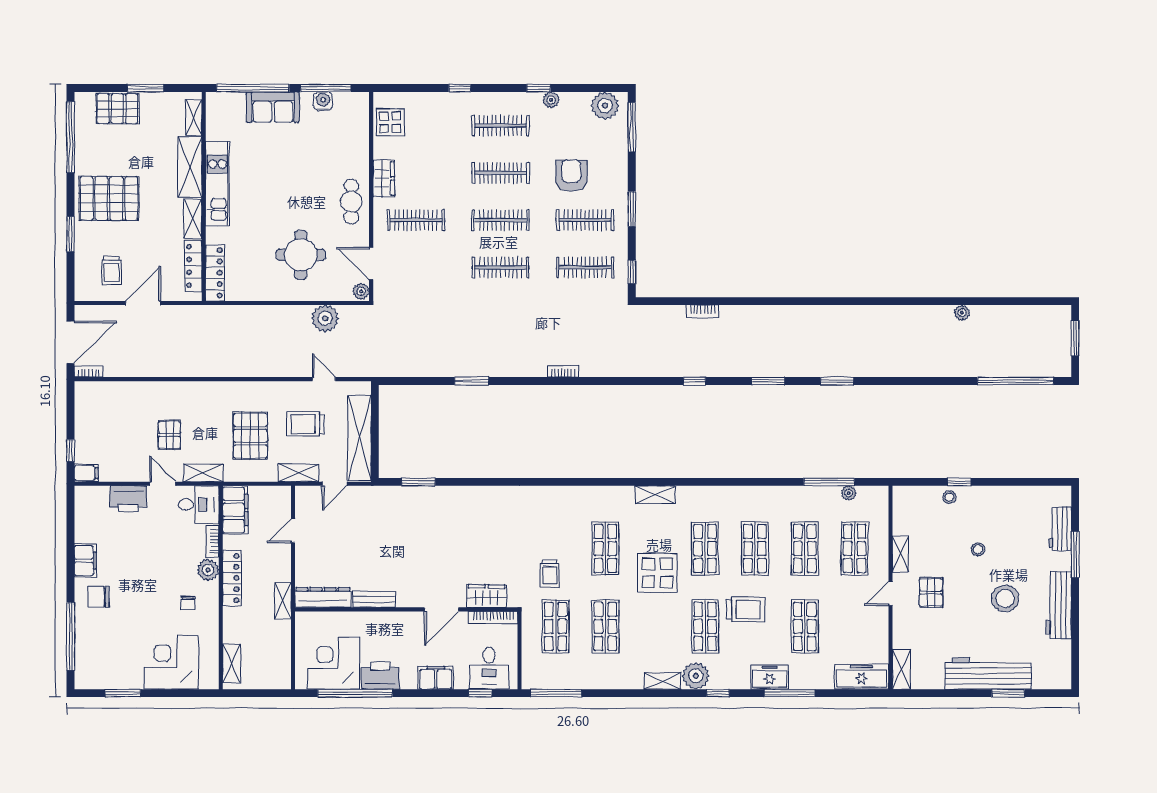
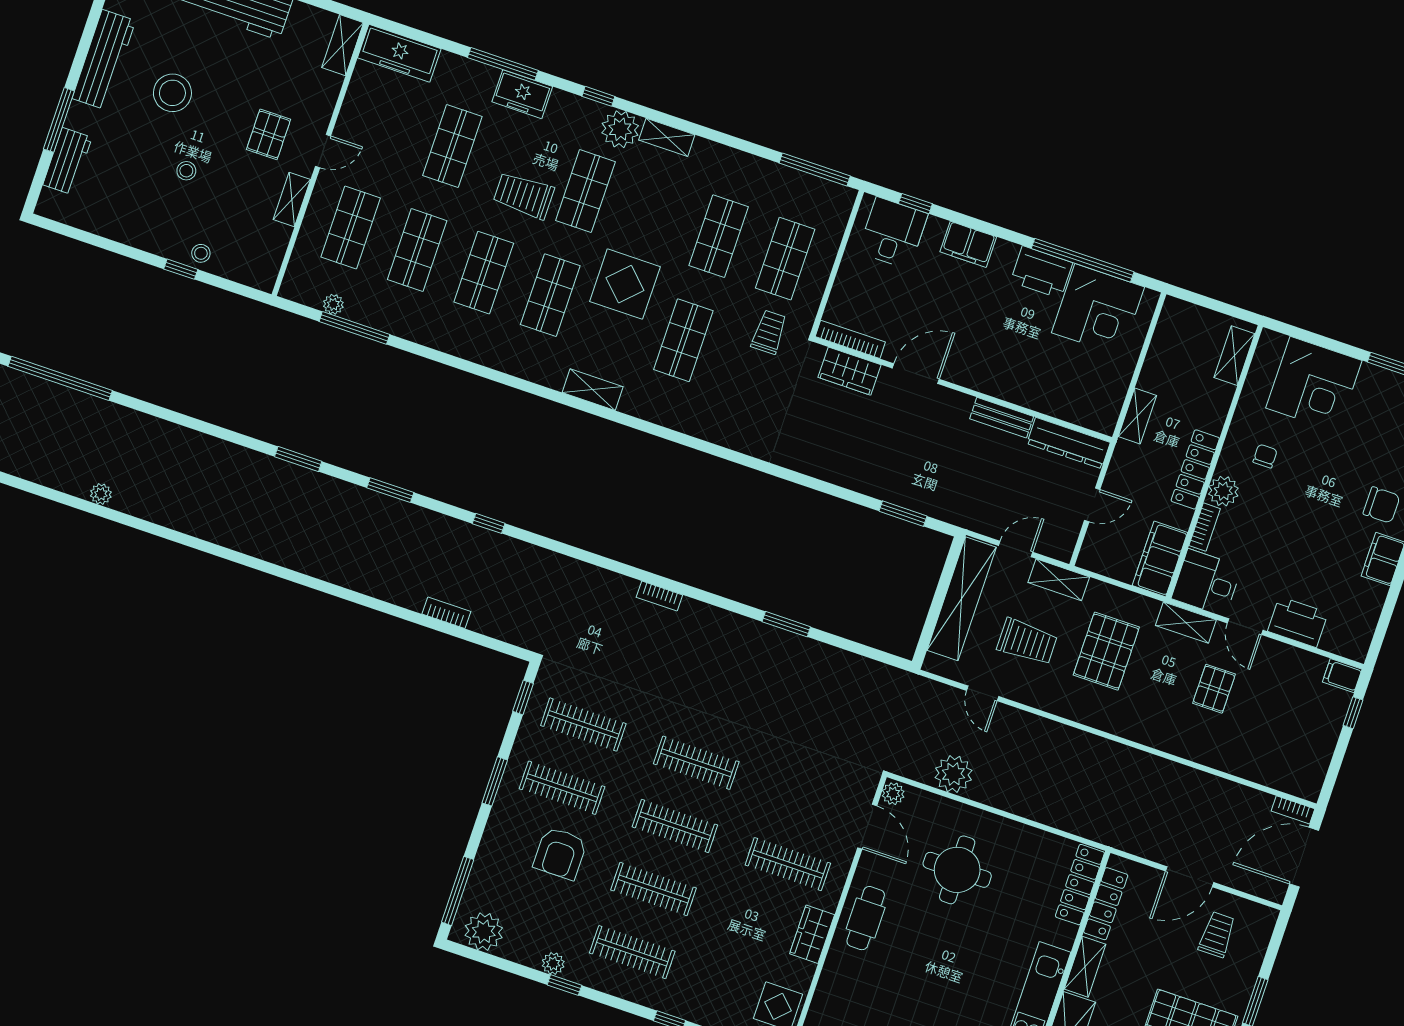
wardrobe: (487, 596) -> (849, 371), moved
dresser: (323, 597) -> (1069, 443), moved
bench: (374, 599) -> (1002, 418), moved
wall: (406, 609) -> (963, 389), moved
door: (441, 609) -> (916, 374), moved
bookcase: (493, 617) -> (850, 339), moved

